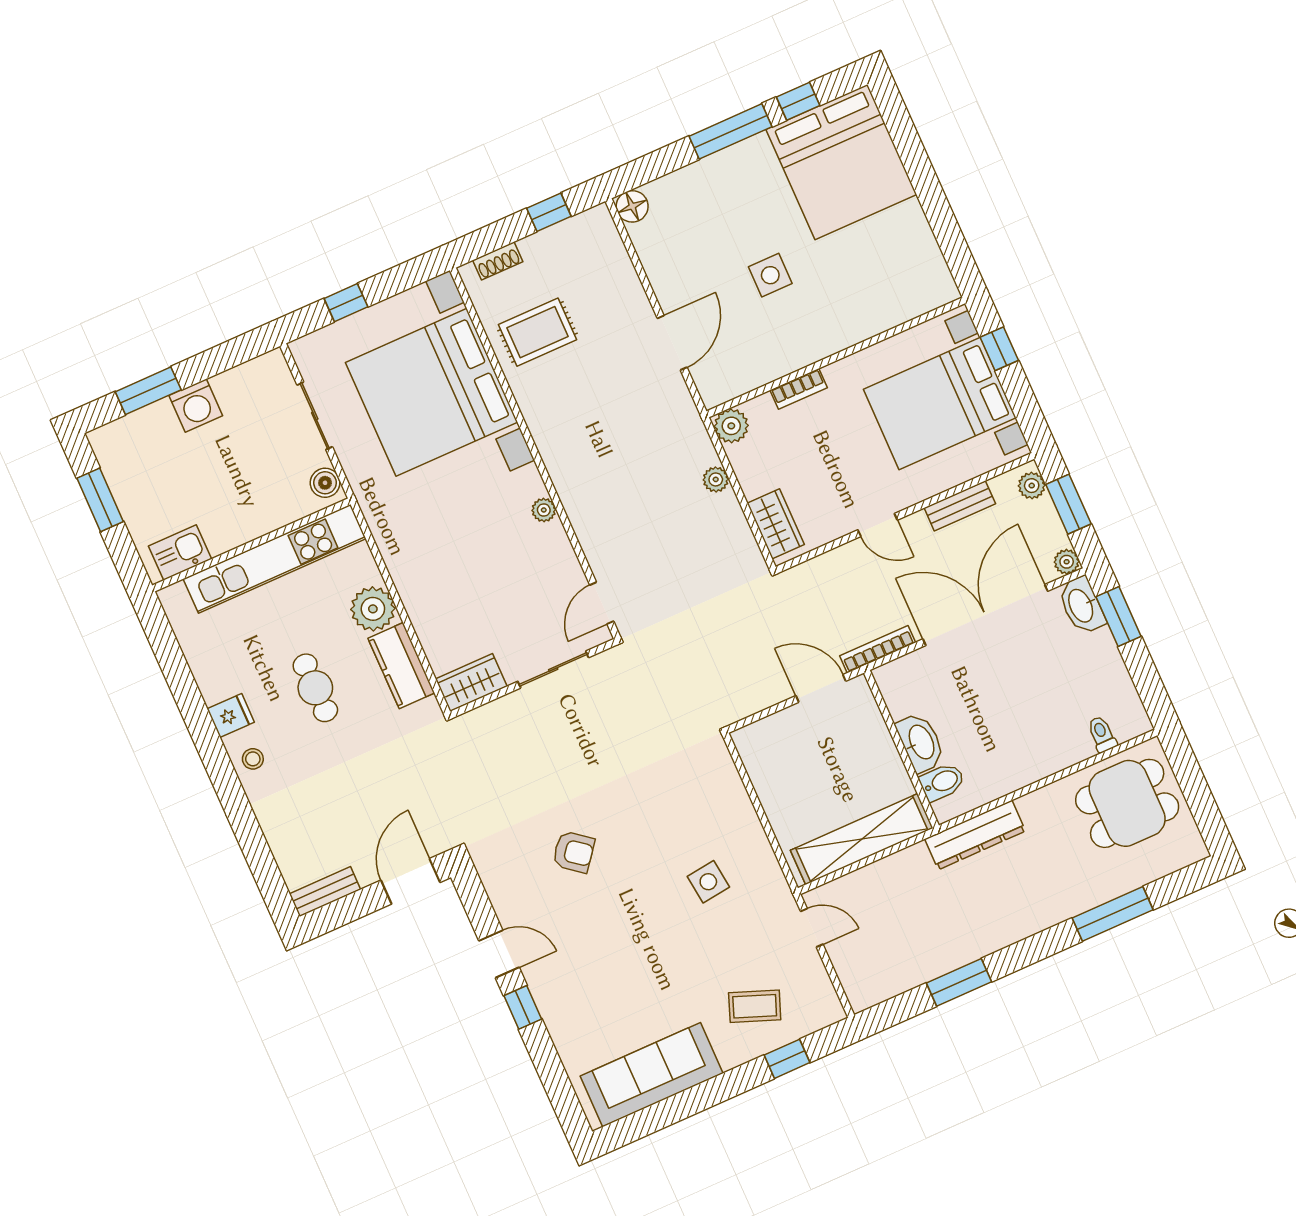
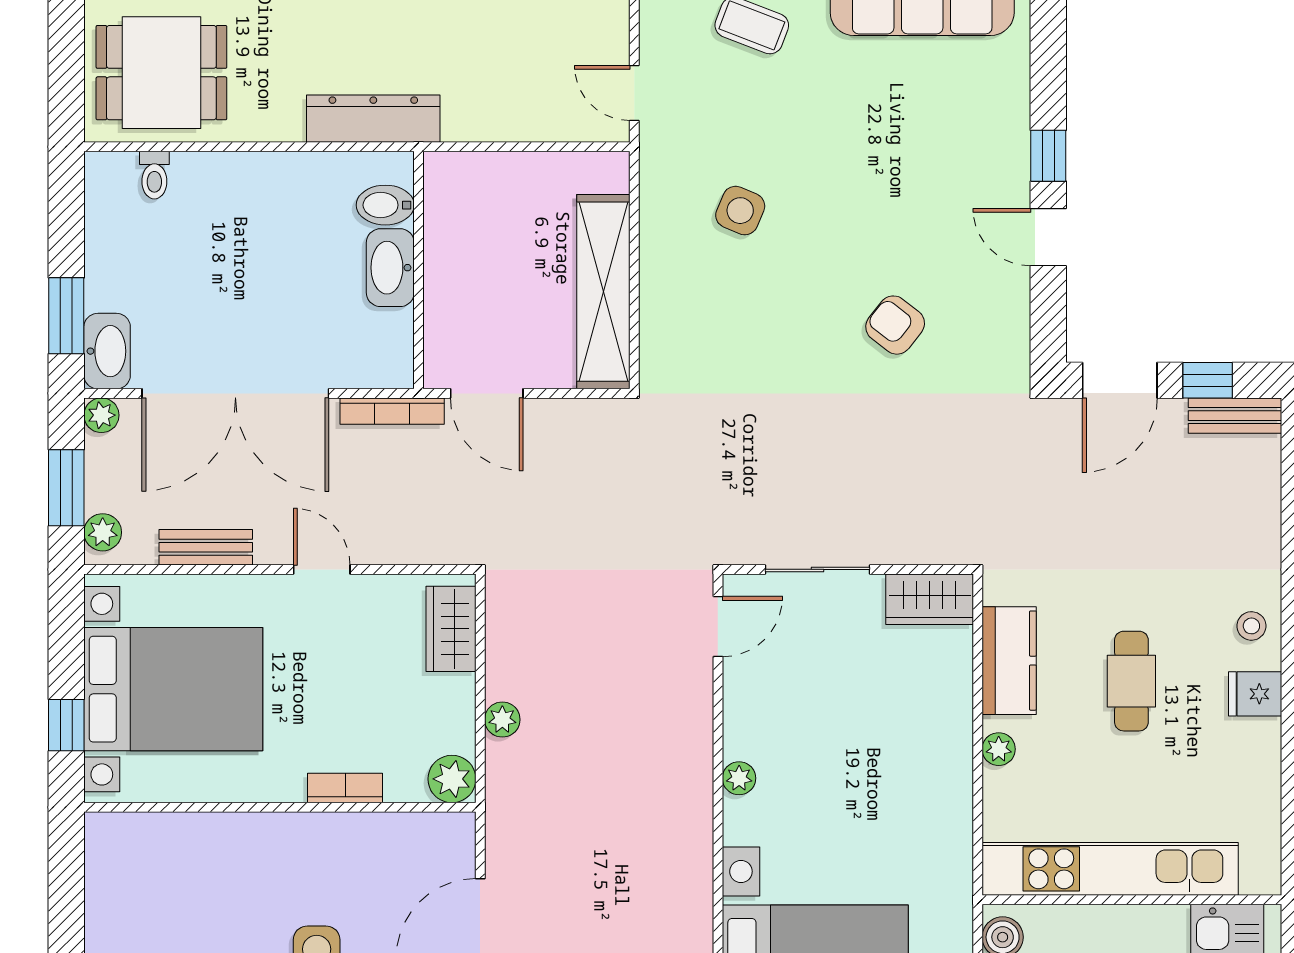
plant: (373, 609) -> (999, 749), width x0.53, depth x0.53
shelving: (862, 839) -> (603, 292), moved, turned 90
side table: (708, 882) -> (740, 211), turned 30
window: (353, 907) -> (1208, 380), added

